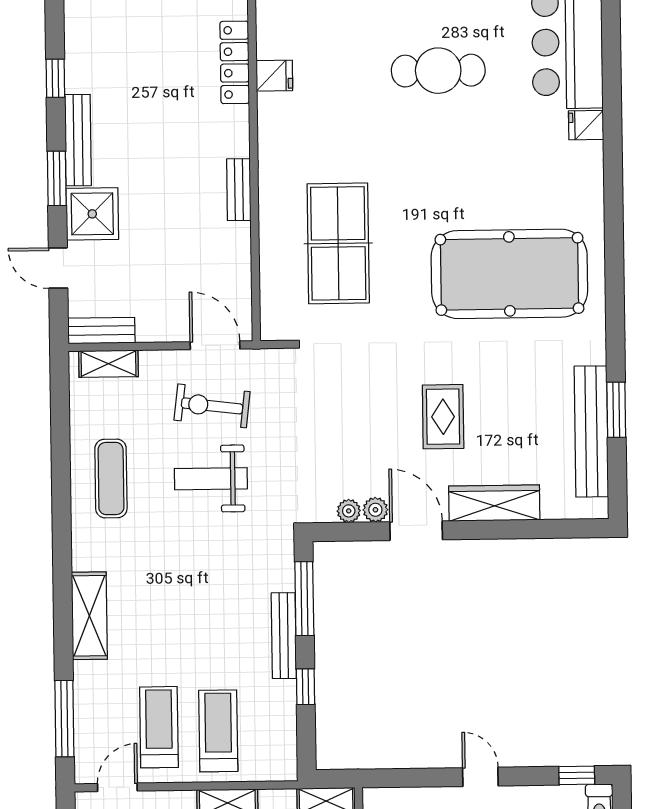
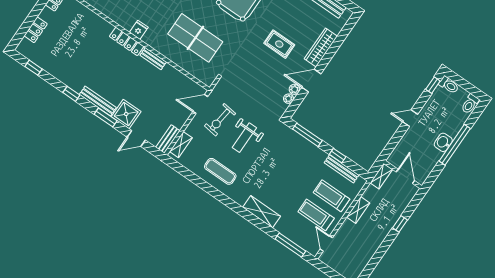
locker: (235, 62) -> (127, 41), moved
fridge: (274, 76) -> (139, 30), moved
bench: (284, 636) -> (342, 169), moved

